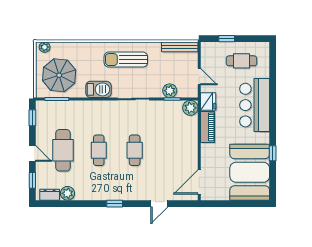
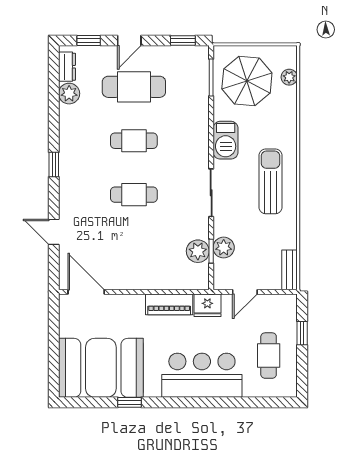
plant: (45, 47) -> (289, 77), moved
bench: (180, 47) -> (290, 270), width x0.73
plant: (190, 108) -> (198, 251), moved

